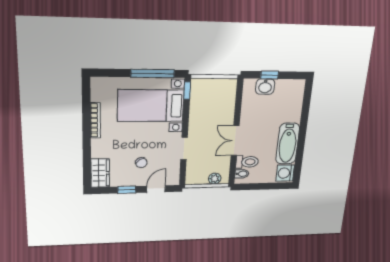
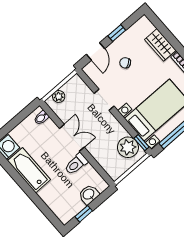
window: (269, 75) -> (84, 214), moved
plant: (201, 96) -> (128, 147), added
toilet: (247, 162) -> (76, 164), moved
wardrobe: (100, 173) -> (160, 45), moved

